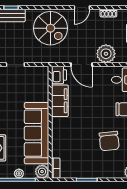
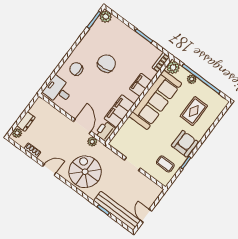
plant: (106, 54) -> (92, 142), moved, width x0.53, depth x0.53
filing cabinet: (59, 136) -> (140, 85), added
chair: (109, 141) -> (106, 64), moved

